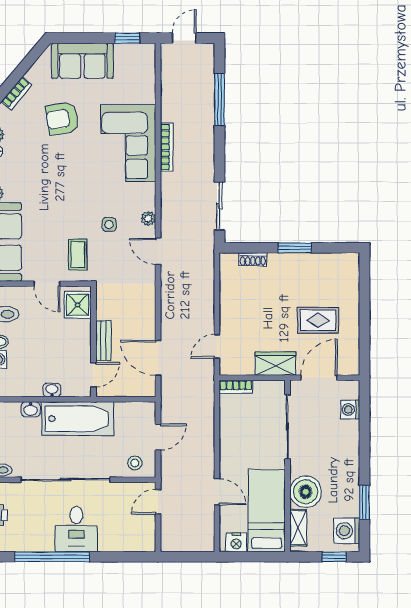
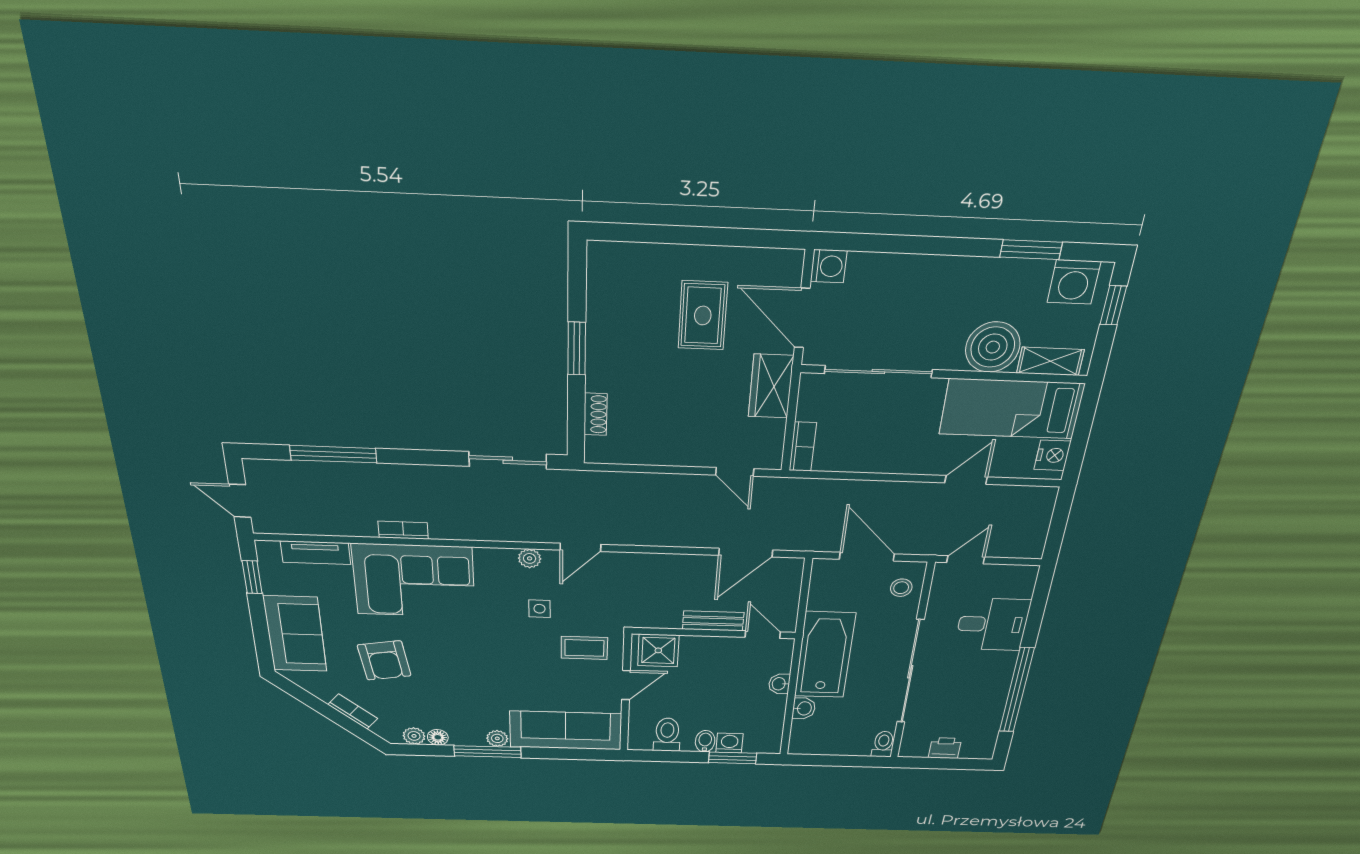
tv unit: (147, 81) -> (316, 553), added
bookcase: (167, 147) -> (403, 530), width x0.64
washing machine: (350, 410) -> (829, 266), moved, turned -90
door: (158, 437) -> (867, 557), width x1.38
door: (158, 502) -> (966, 560), swing flipped
desk: (76, 529) -> (992, 624), moved

